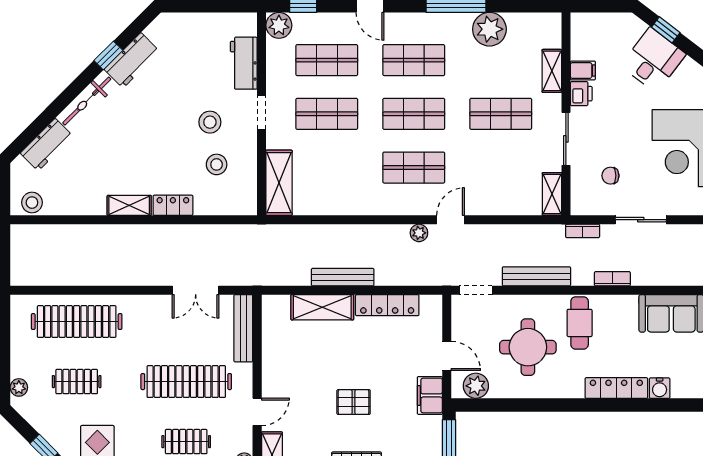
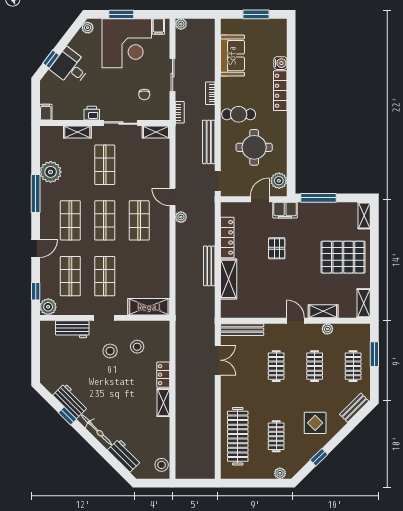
filing cabinet: (583, 70) -> (46, 112), moved
clothes rail: (186, 382) -> (276, 366), width x0.54, depth x0.76
pallet: (354, 402) -> (277, 248), moved

